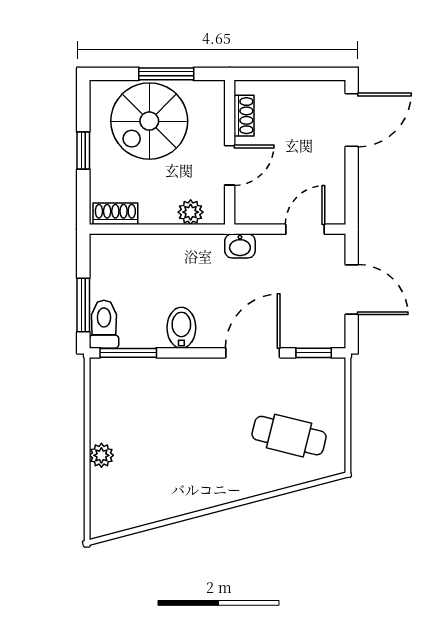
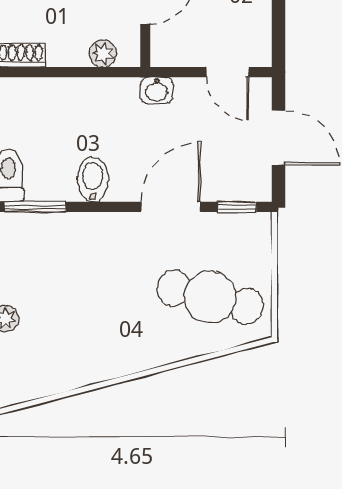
door: (305, 229) -> (228, 72), swing flipped
cafe table: (289, 436) -> (210, 297), width x1.37, depth x1.35

